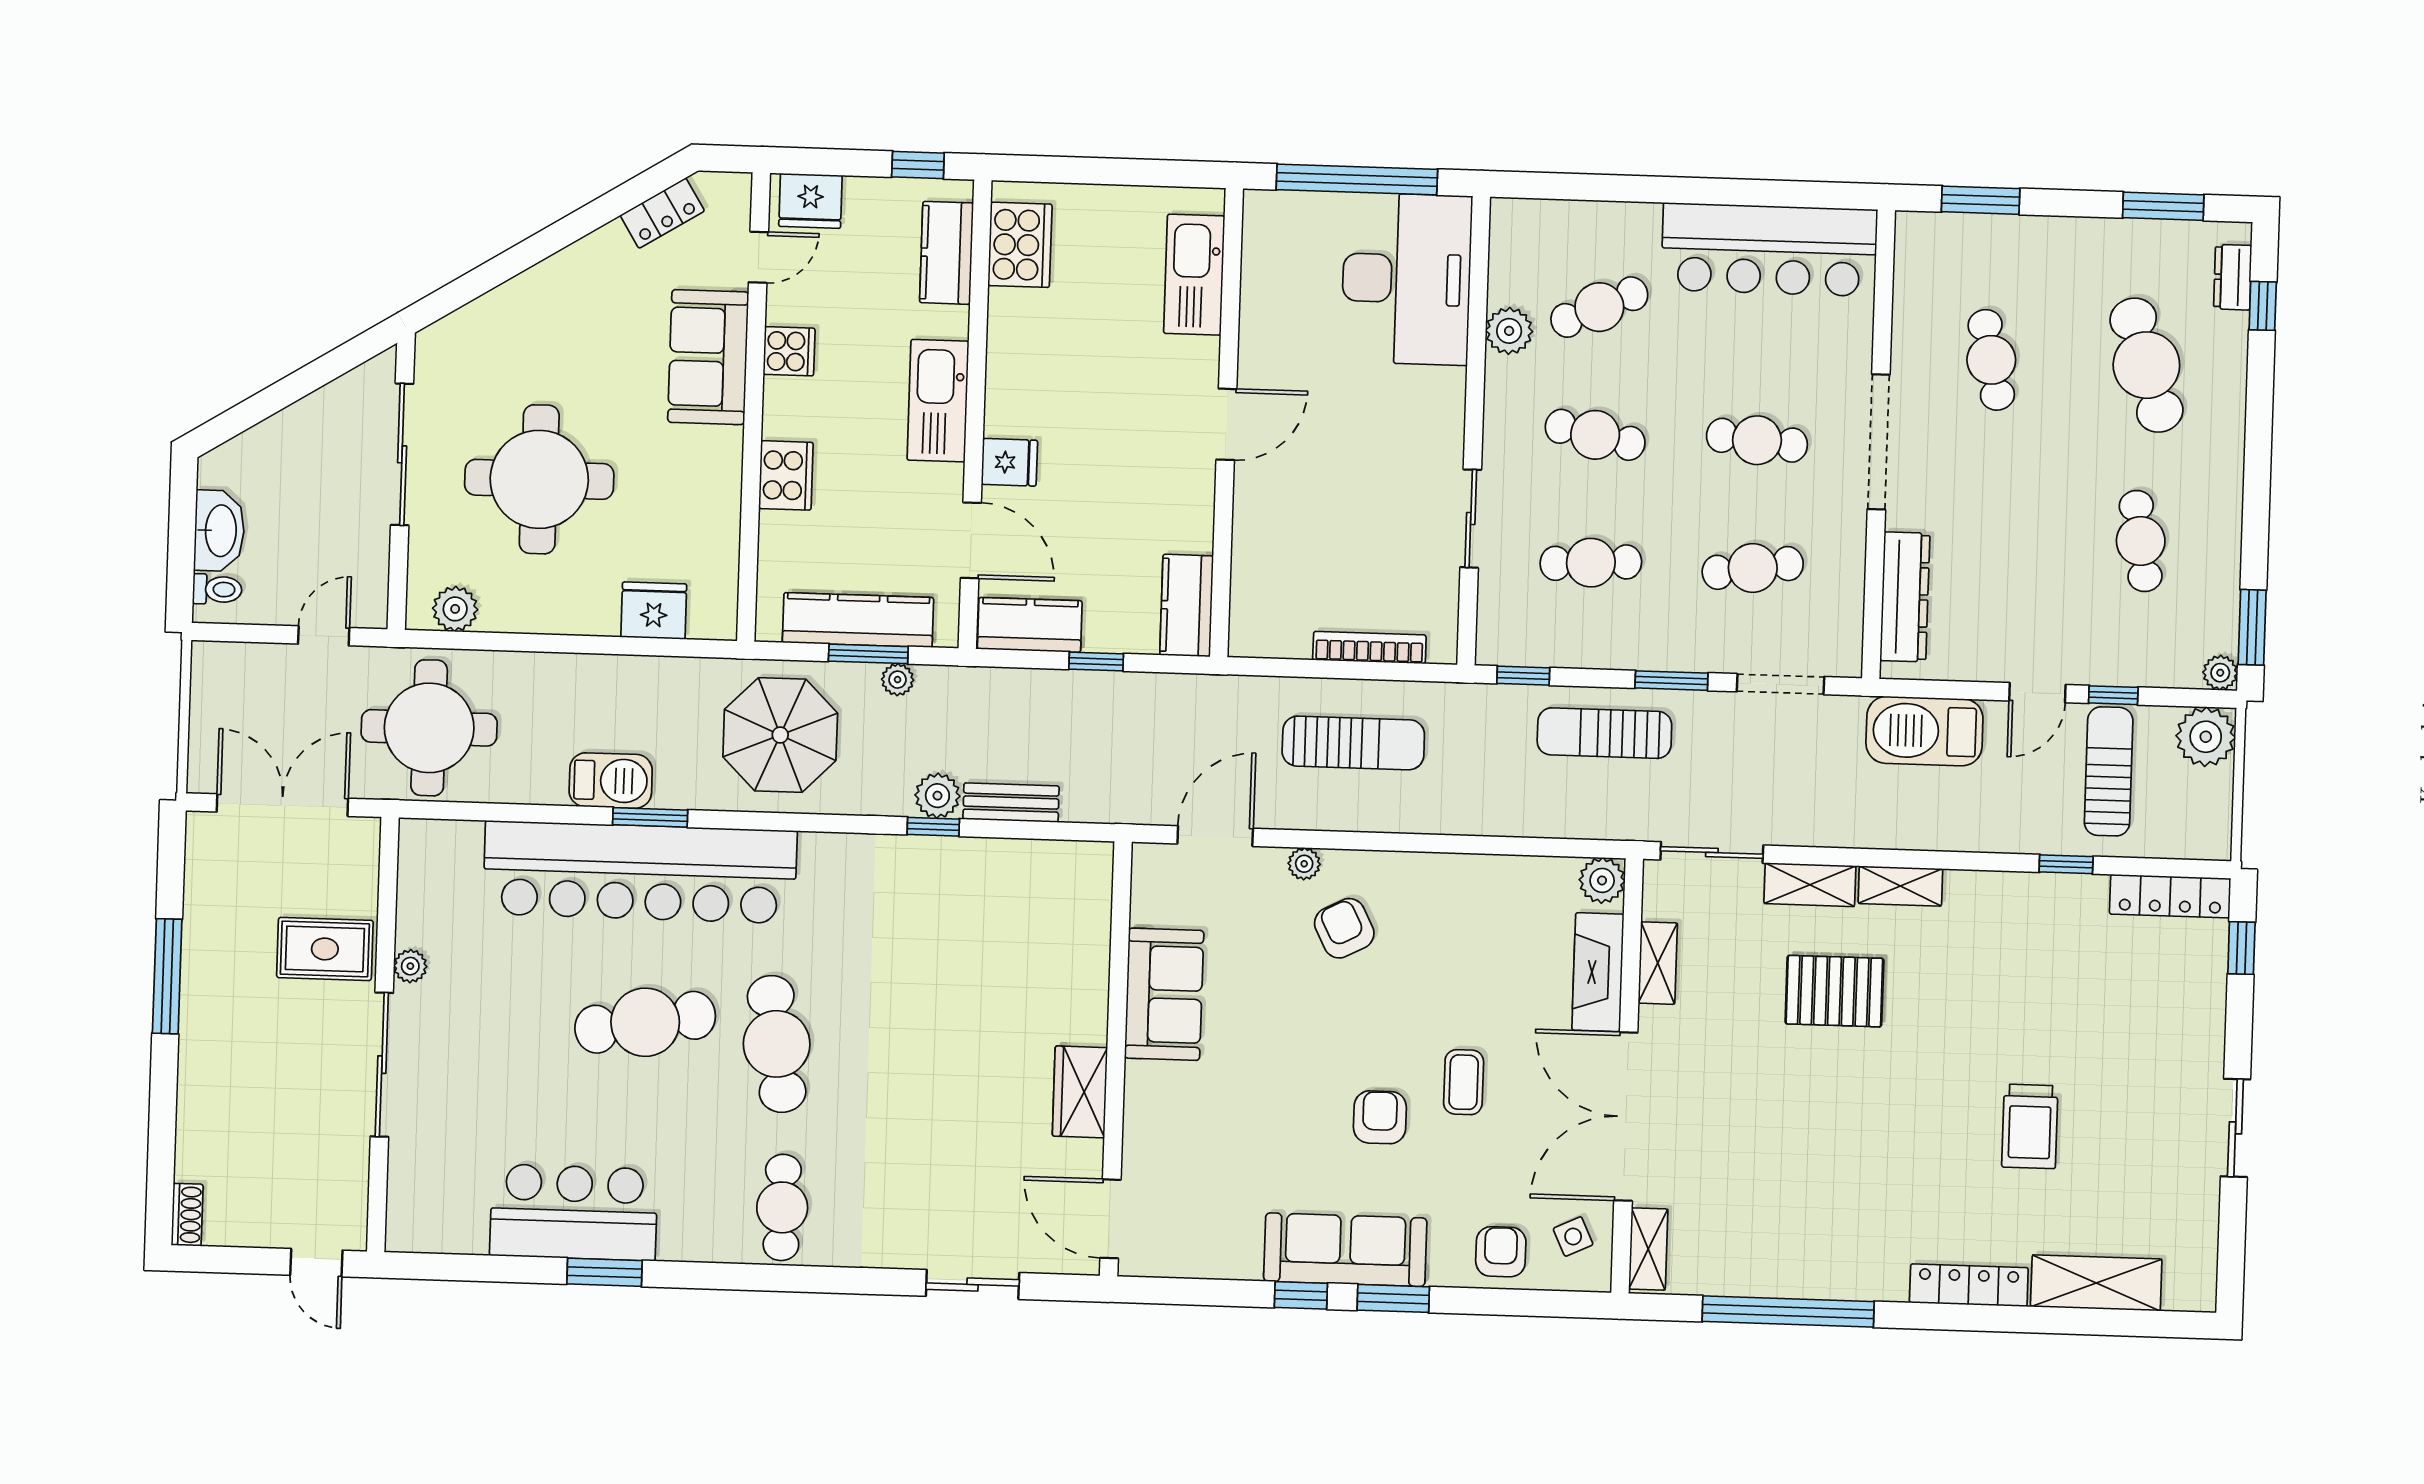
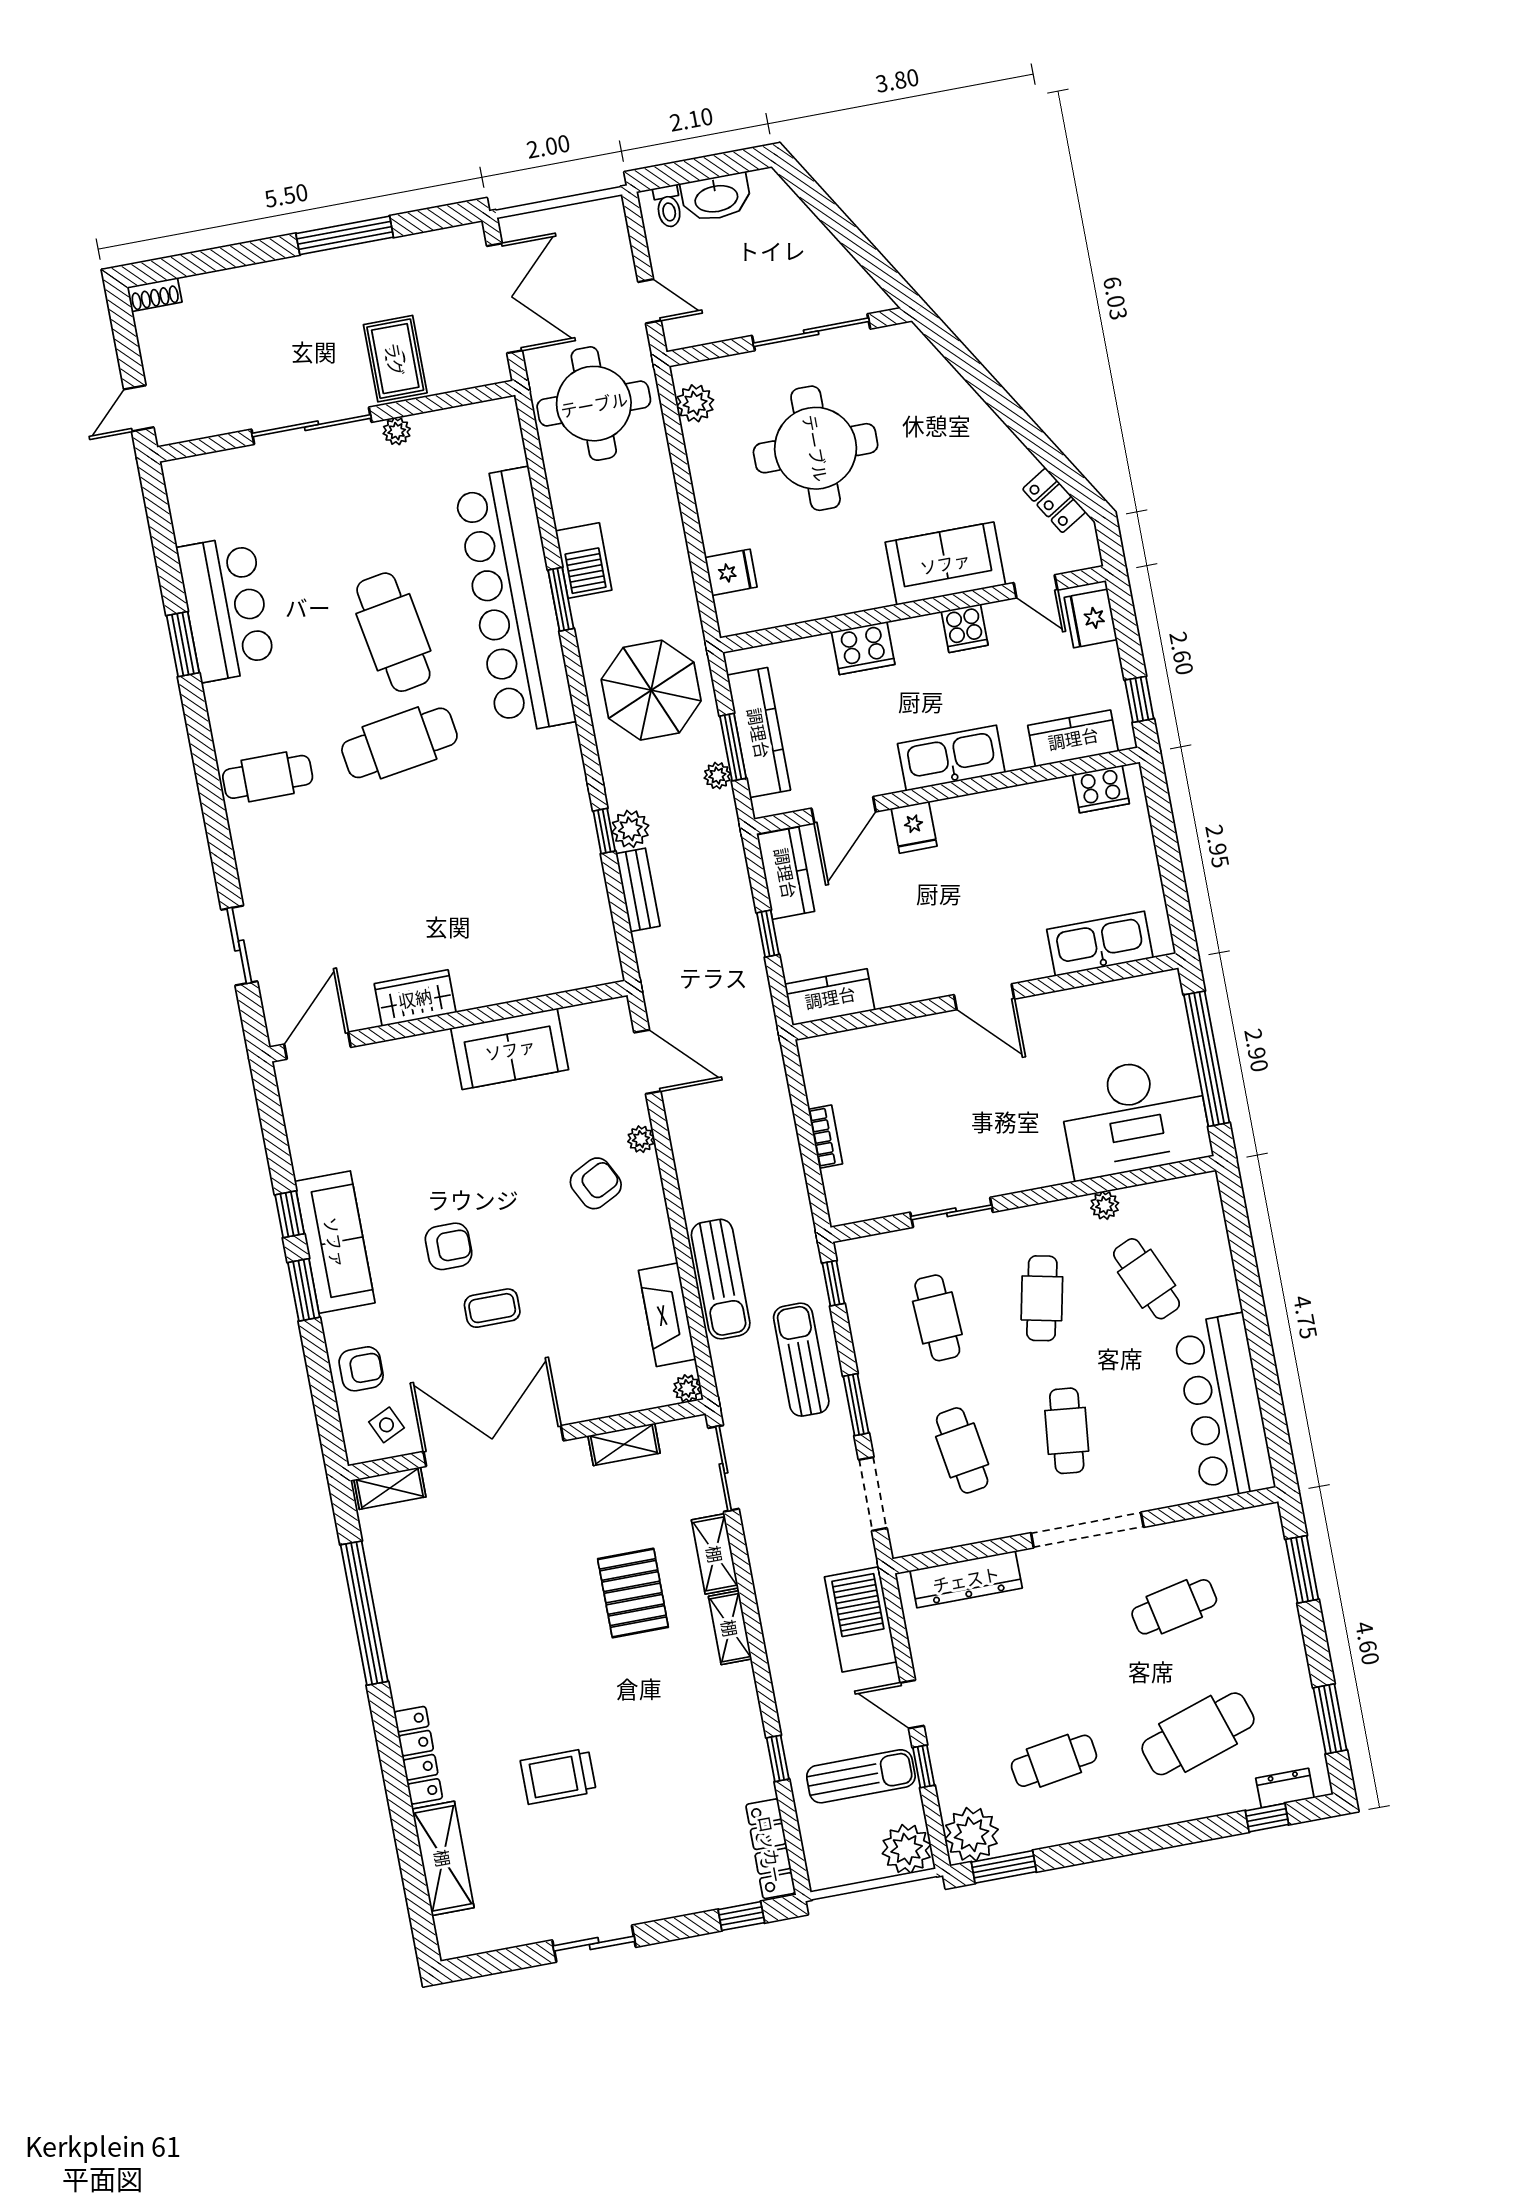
cooker: (1020, 245) -> (1101, 789), width x0.73, depth x0.76
plant: (1509, 331) -> (1105, 1205), width x0.73, depth x0.73
fridge: (654, 611) -> (731, 572), width x0.72
bookcase: (1369, 648) -> (825, 1137), width x0.64
plant: (2220, 673) -> (971, 1834), width x1.87, depth x1.87
sun lounger: (1353, 743) -> (721, 1279), moved
plant: (1602, 880) -> (687, 1388), width x0.73, depth x0.73
fireplace: (1598, 972) -> (667, 1315), moved, turned -90

